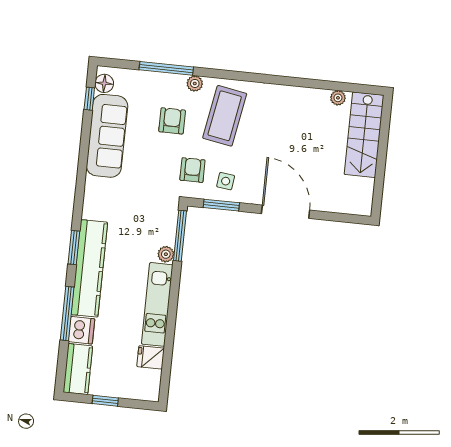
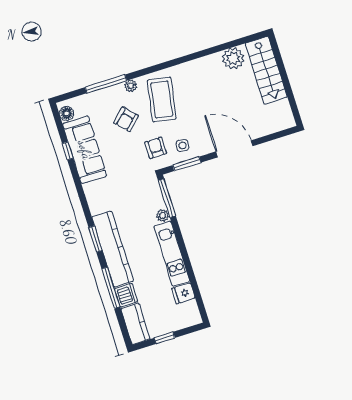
plant: (338, 98) -> (233, 59), width x1.87, depth x1.87
window: (89, 99) -> (68, 151), moved
armchair: (172, 121) -> (126, 119), turned -134

